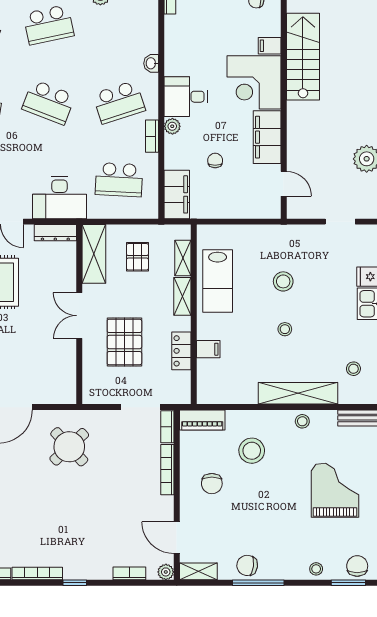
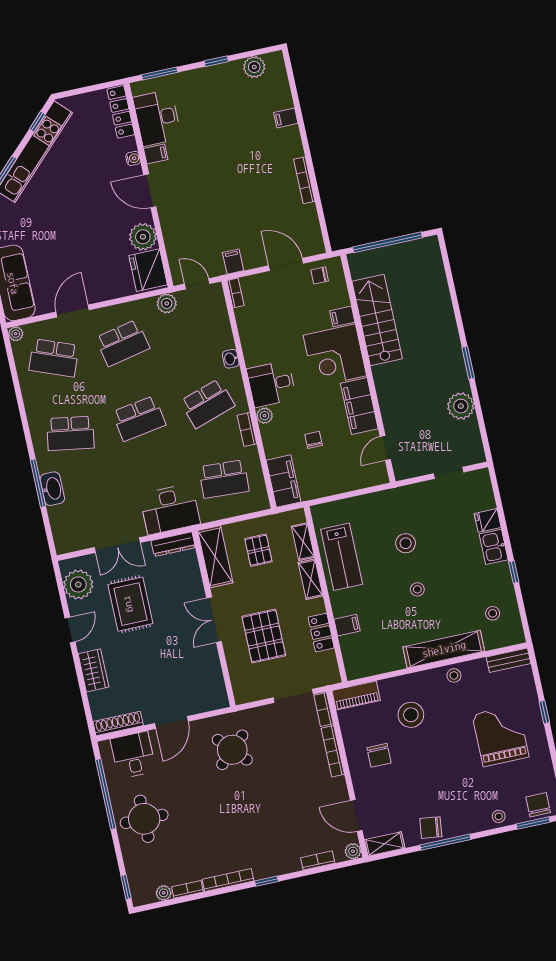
school desk: (49, 102) -> (139, 418), turned -30
door: (284, 184) -> (385, 448), swing flipped

